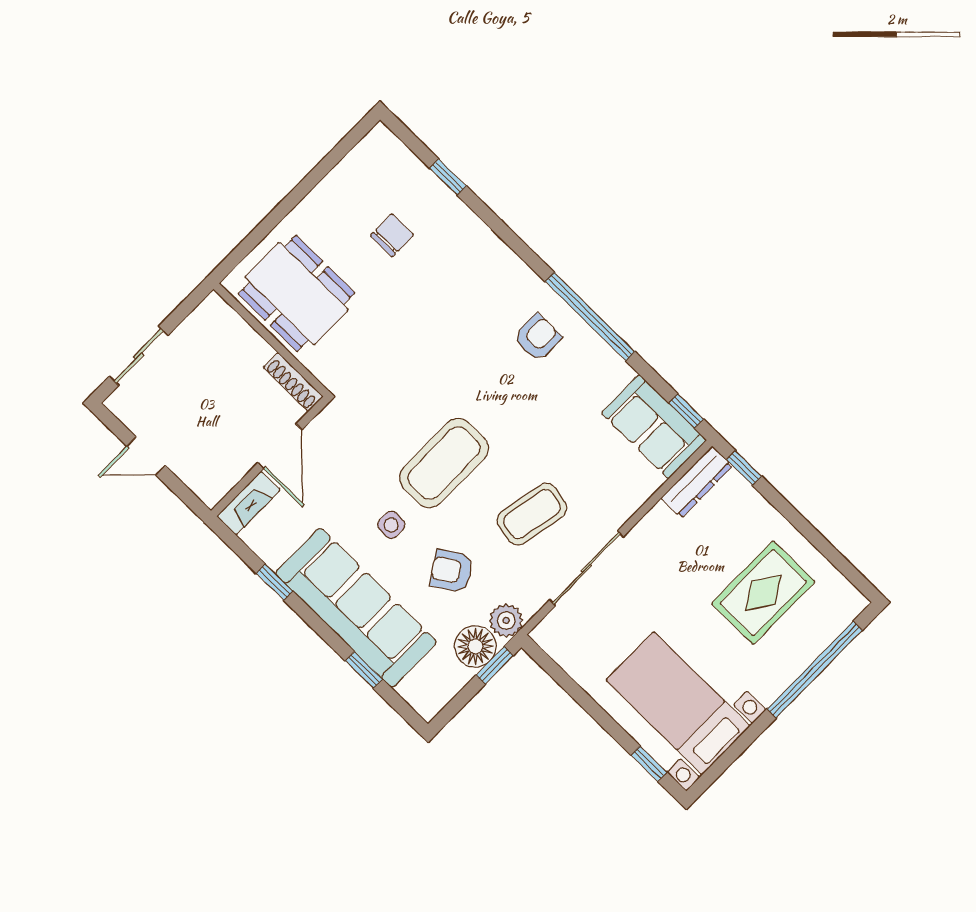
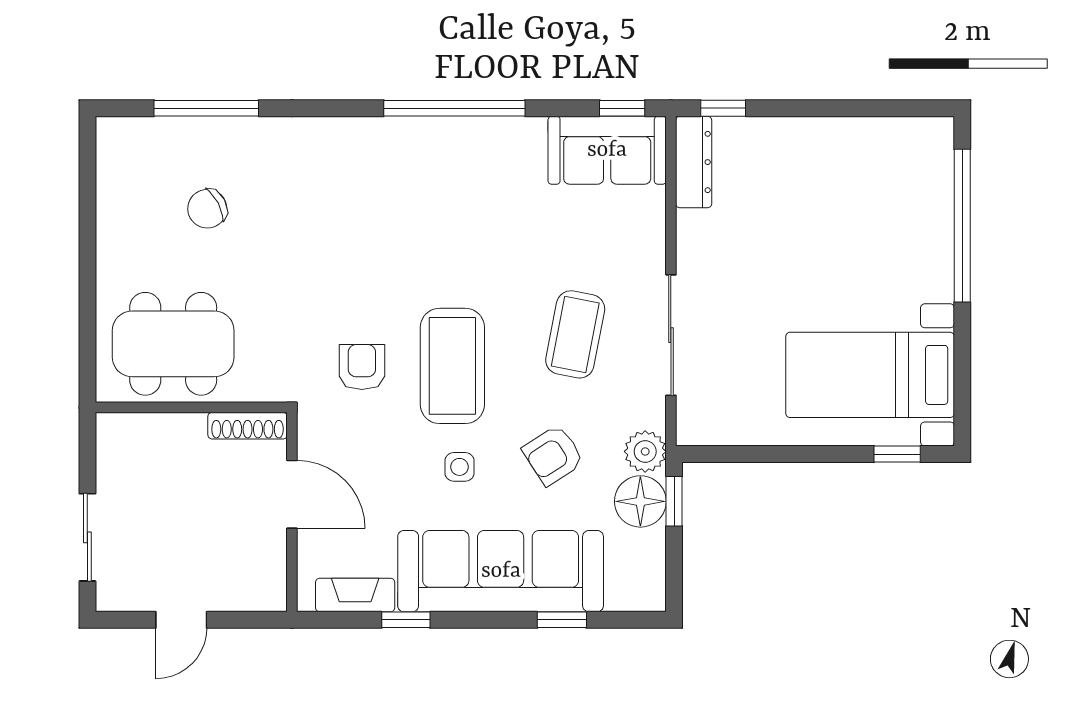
window: (448, 177) -> (206, 108), width x2.17
chair: (392, 235) -> (207, 209), turned -118
armchair: (537, 337) -> (362, 367), moved
fireplace: (248, 503) -> (355, 595), moved, turned -90
rug: (763, 593) -> (849, 202), removed

